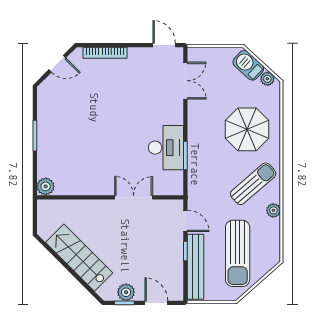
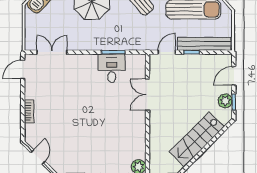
bookcase: (105, 53) -> (29, 112), width x0.64
desk: (166, 148) -> (112, 68), width x0.73

